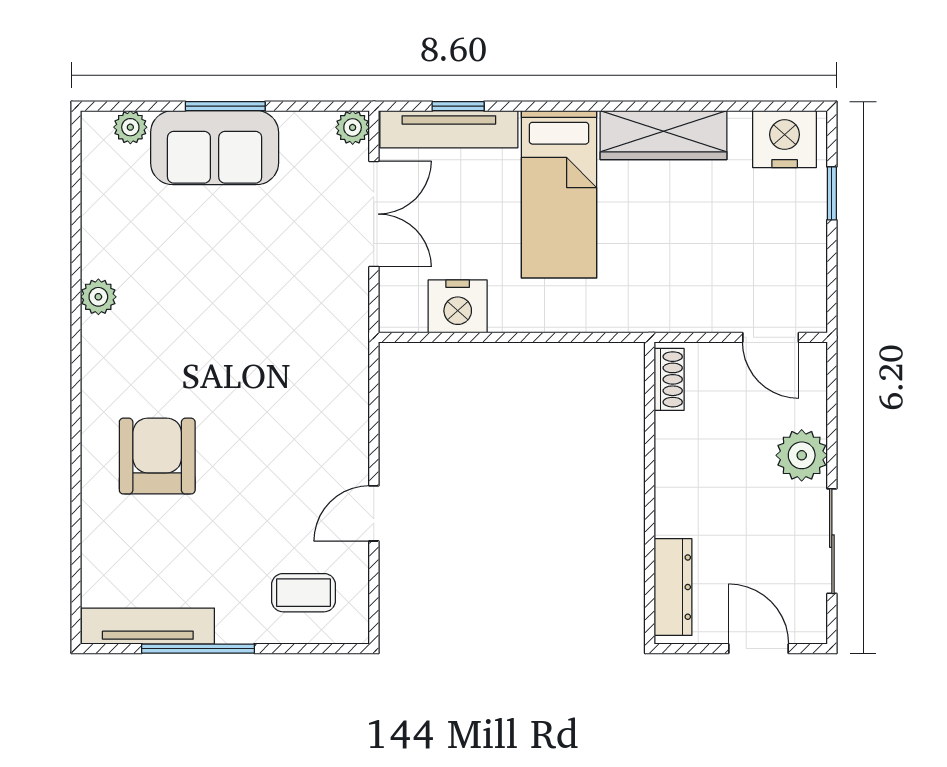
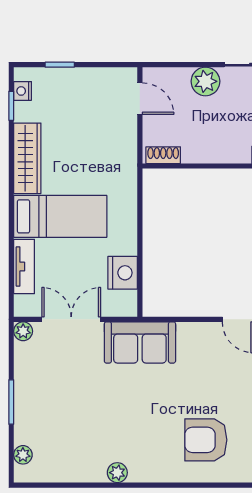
window: (458, 106) -> (11, 106), moved
tv unit: (449, 129) -> (24, 267), width x0.71
nightstand: (785, 139) -> (23, 91), width x0.53, depth x0.56
sofa: (215, 148) -> (140, 342), moved, turned 90
door: (771, 337) -> (140, 99), hinge flipped

